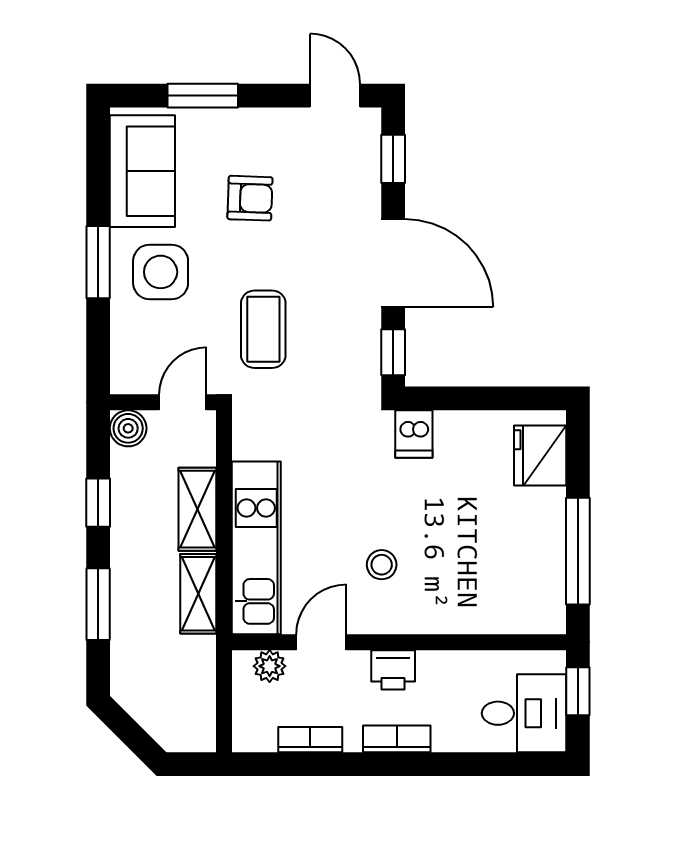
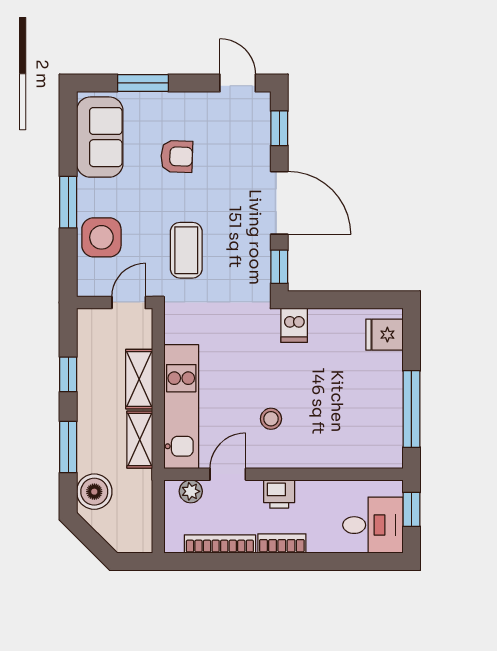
side table: (161, 272) -> (101, 237), moved
boiler: (128, 428) -> (94, 492), moved, width x1.36, depth x1.36
fridge: (540, 456) -> (384, 335), width x0.72
bookcase: (310, 740) -> (220, 544), width x1.56

